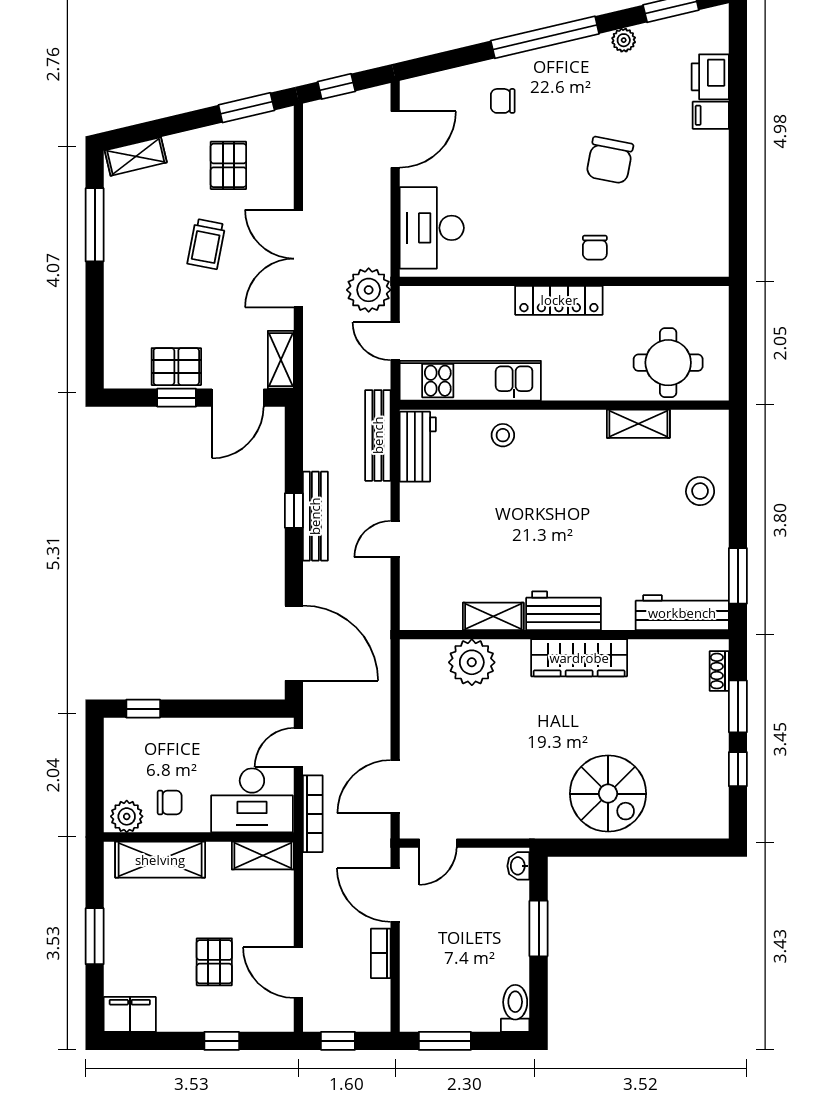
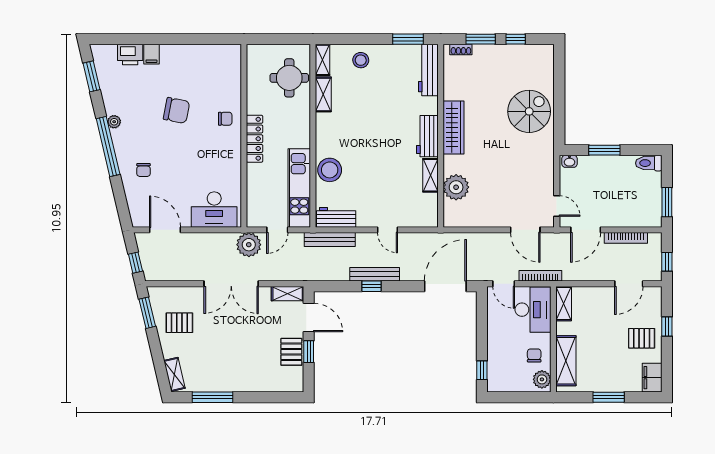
plant: (624, 40) -> (114, 122), moved
trolley: (206, 244) -> (223, 335), removed
shelving: (701, 422) -> (323, 60), added
stool: (503, 435) -> (330, 170), width x1.89, depth x1.89
bookcase: (381, 953) -> (626, 238), width x1.56
pallet: (214, 962) -> (642, 338), moved

